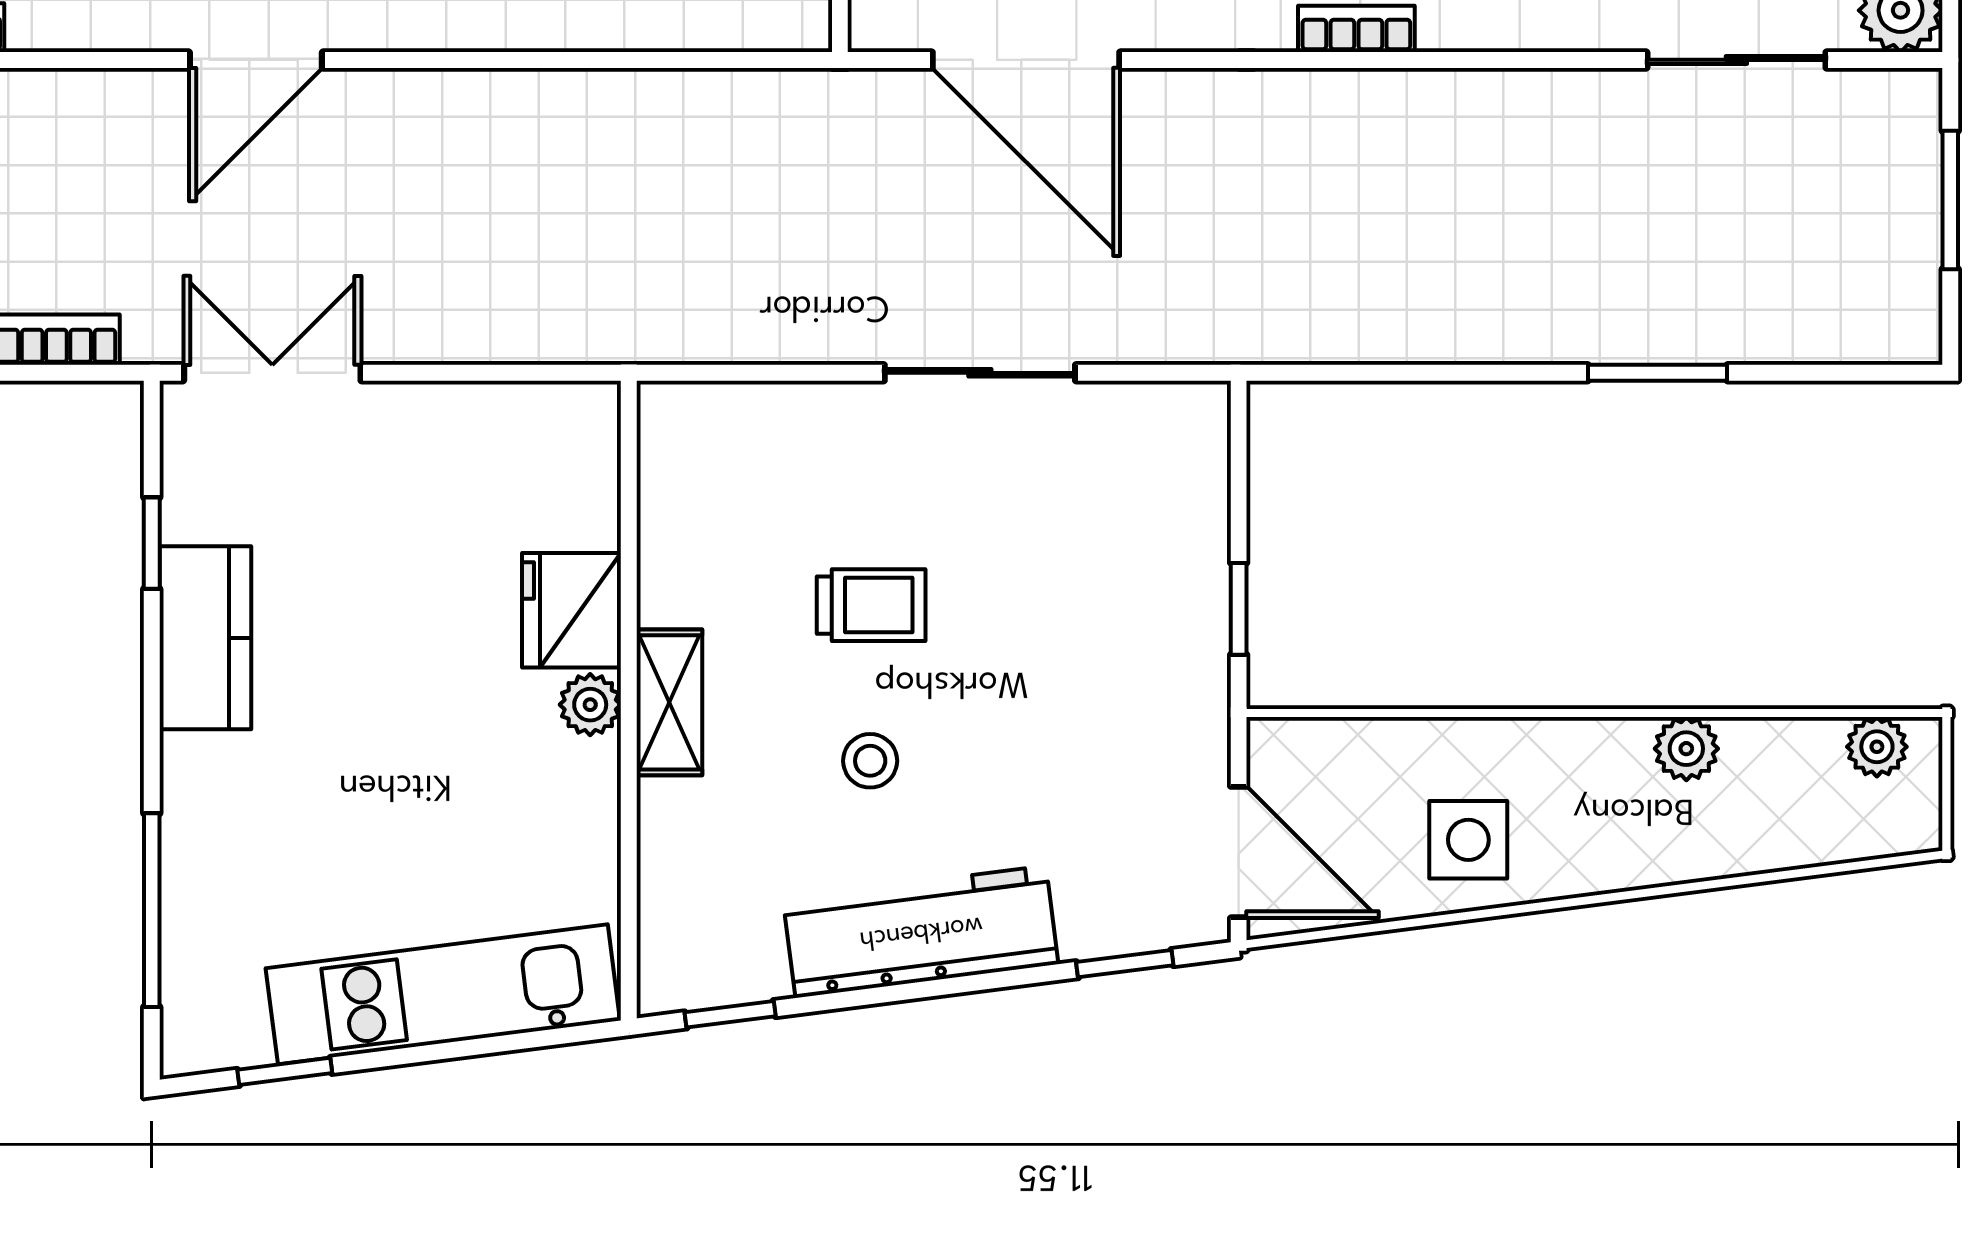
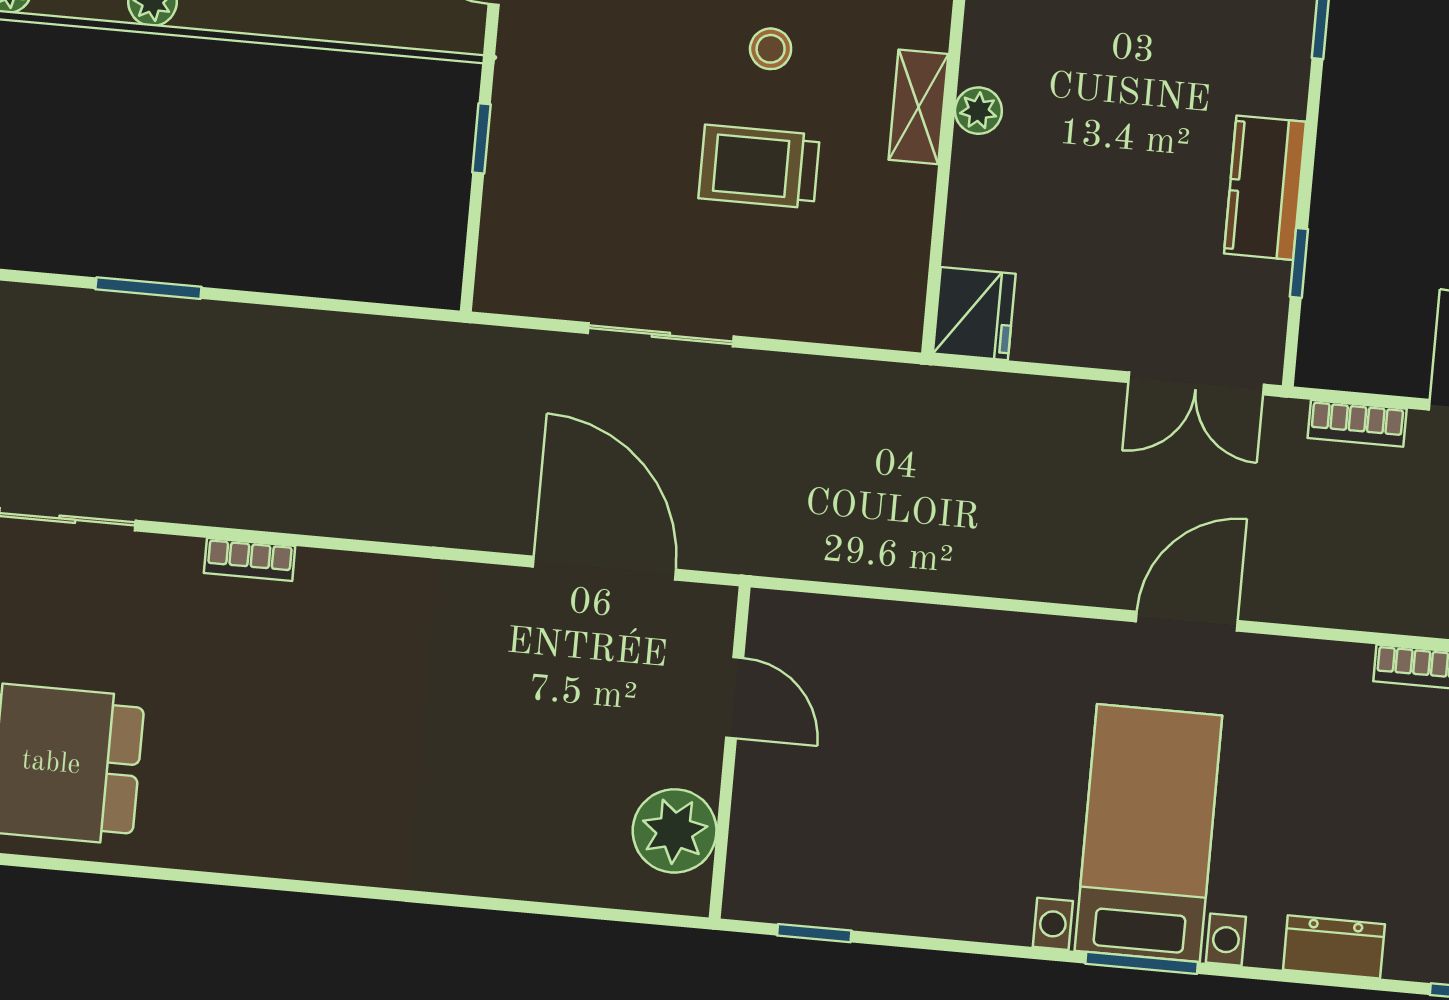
bookcase: (1356, 29) -> (250, 560), moved
trolley: (871, 605) -> (759, 167), width x1.36, depth x1.39
fridge: (572, 610) -> (974, 314), moved

